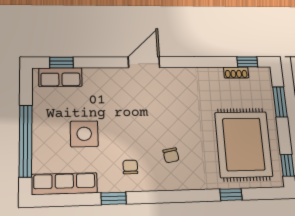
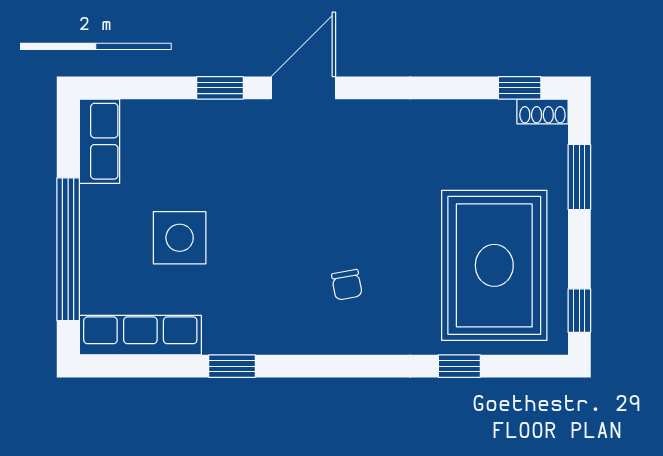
window: (61, 63) -> (220, 88), moved
shoe rack: (236, 72) -> (542, 112), moved
row of seats: (60, 77) -> (99, 141), moved, turned -90
chair: (130, 167) -> (266, 306), removed

